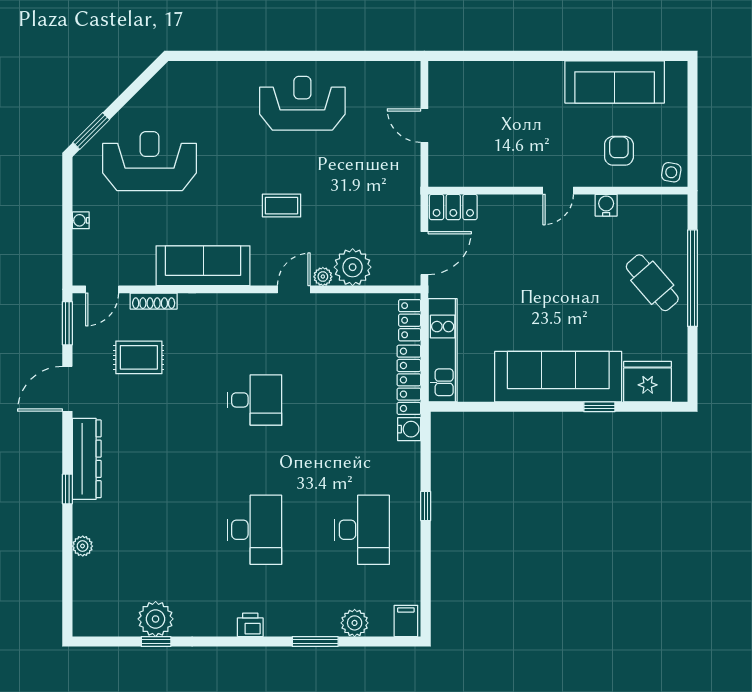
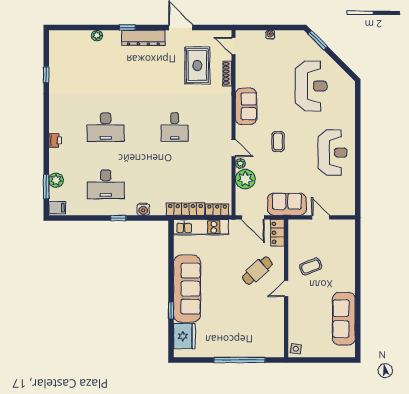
door: (424, 126) -> (321, 217), hinge flipped
coffee table: (517, 144) -> (311, 266), added
armchair: (619, 151) -> (307, 321), removed
reception desk: (150, 161) -> (311, 86), moved
sofa: (400, 189) -> (287, 204), added
door: (558, 191) -> (286, 289), hinge flipped
water cooler: (606, 205) -> (278, 314), removed
sofa: (203, 266) -> (246, 106), width x0.73
cafe table: (652, 283) -> (257, 271), moved
window: (67, 323) -> (216, 28), removed
rug: (139, 357) -> (197, 66), width x1.36, depth x1.43
water cooler: (409, 429) -> (143, 209), moved
plant: (156, 619) -> (58, 74), removed
printer: (250, 625) -> (55, 140), moved
window: (315, 642) -> (46, 187), moved

